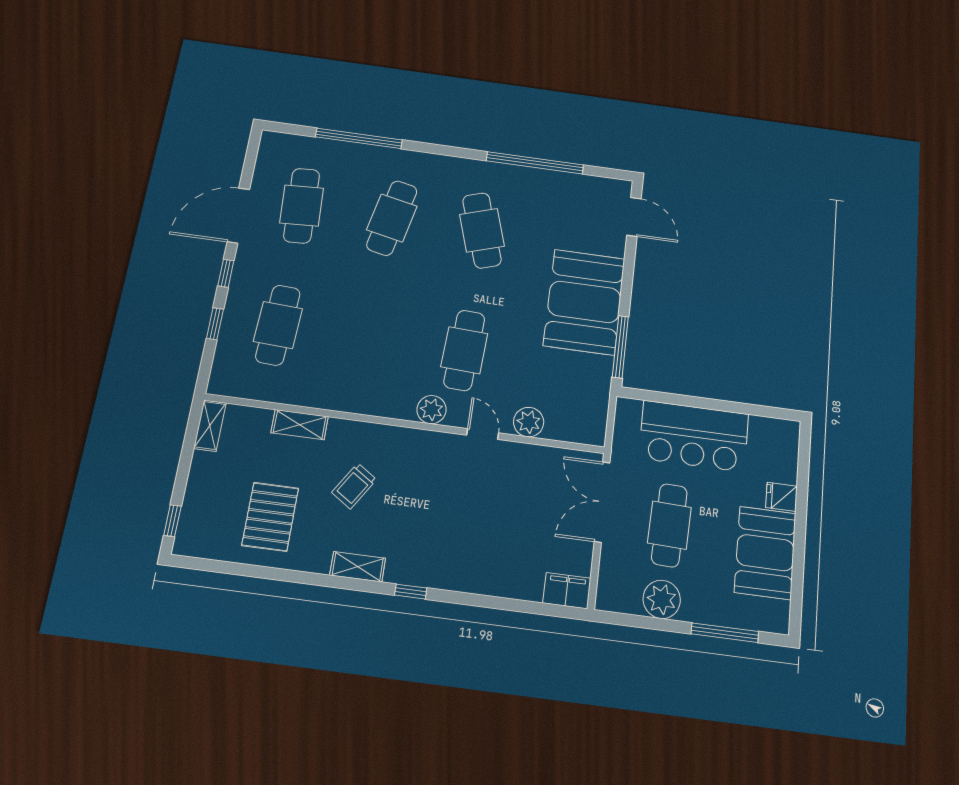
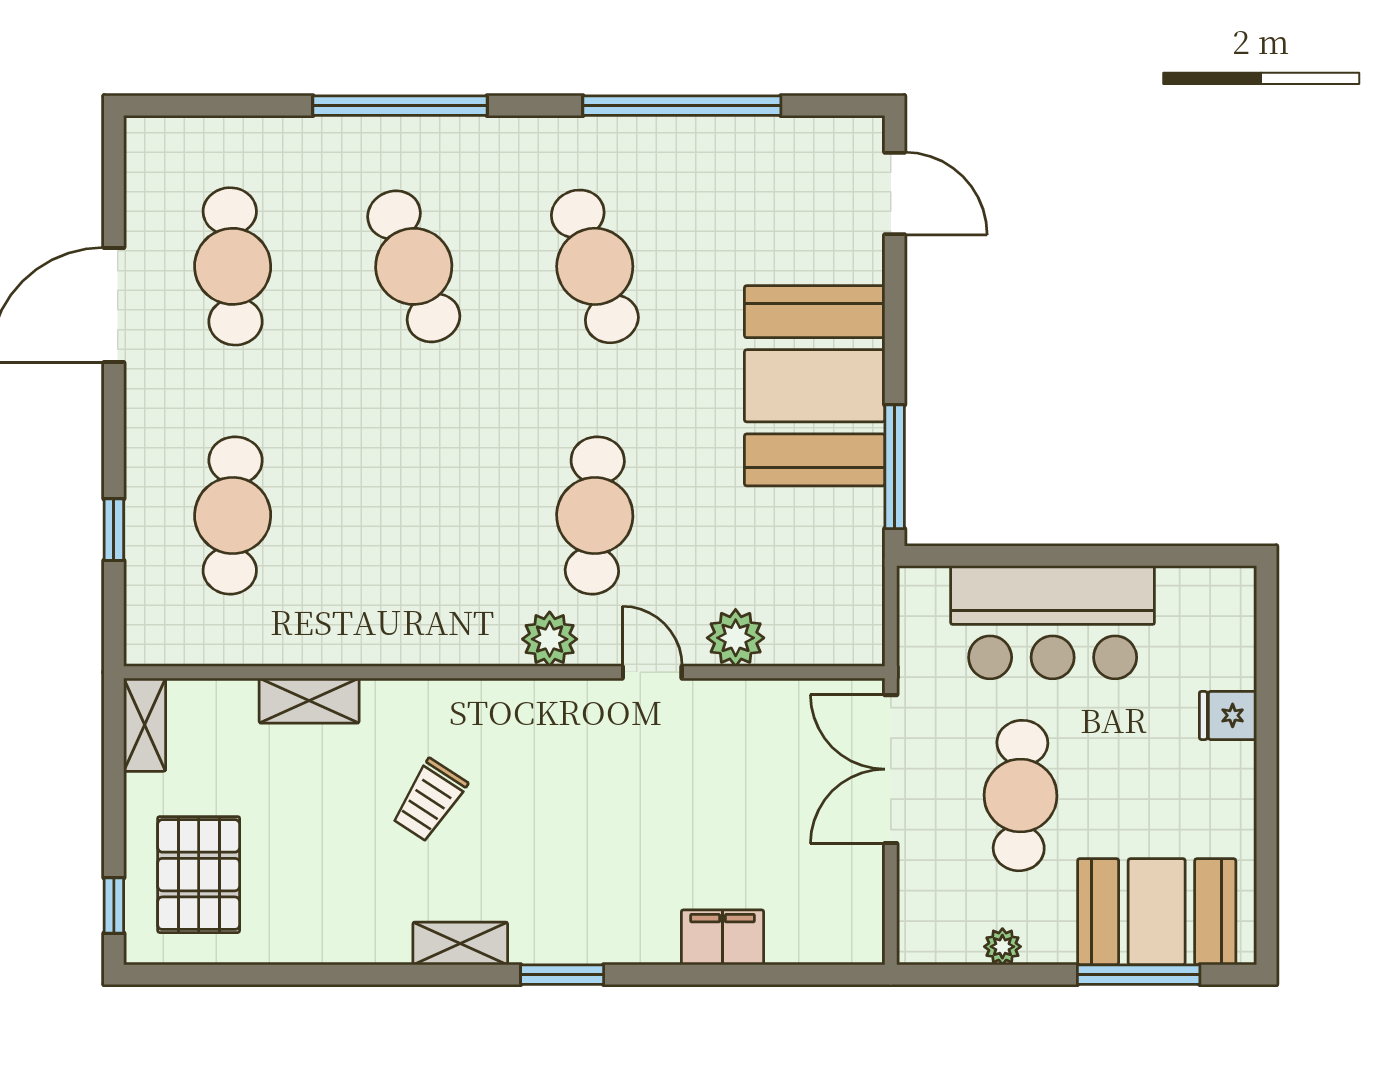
window: (359, 138) -> (400, 106), moved
cafe table: (392, 218) -> (414, 266), turned -33
window: (226, 273) -> (114, 427), removed
pallet: (270, 517) -> (199, 875), moved
booth: (765, 553) -> (1157, 912), moved, turned 90
filing cabinet: (567, 591) -> (722, 937), moved
window: (411, 592) -> (562, 975), width x1.50
plant: (662, 599) -> (1002, 947), width x0.53, depth x0.53

